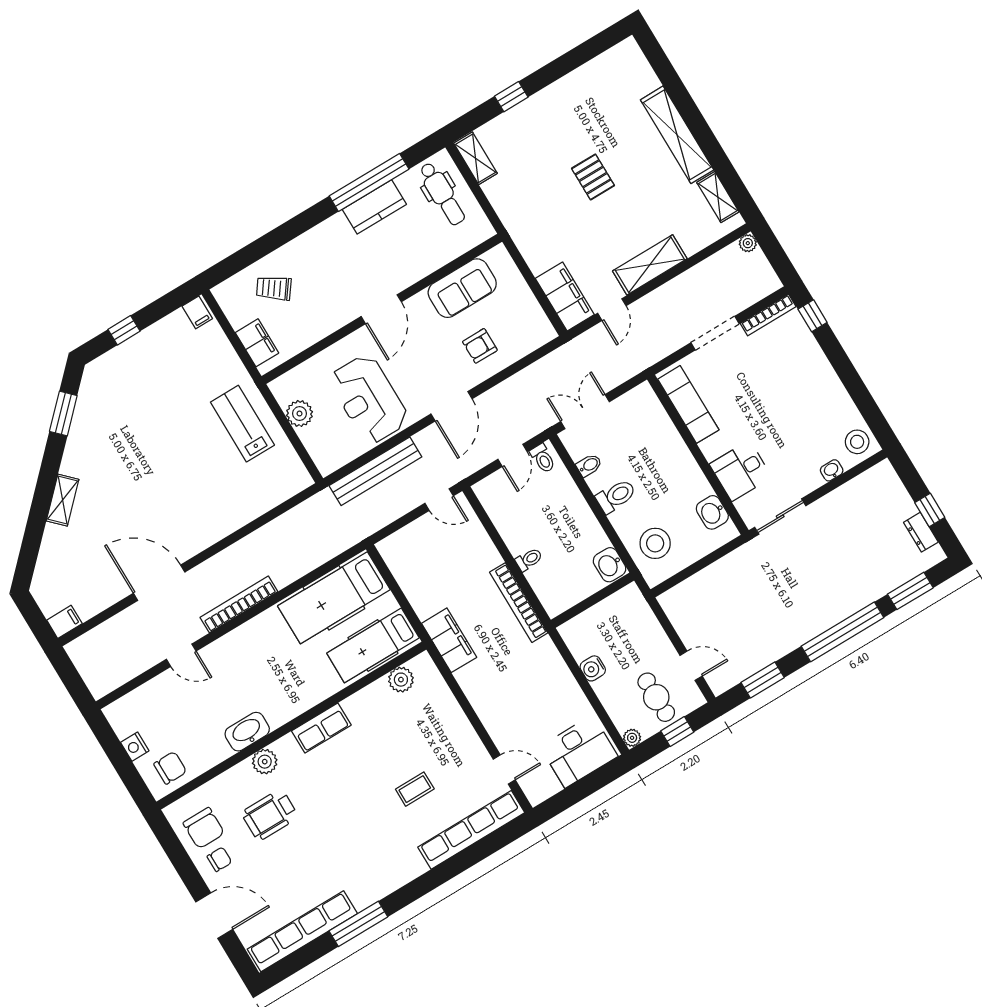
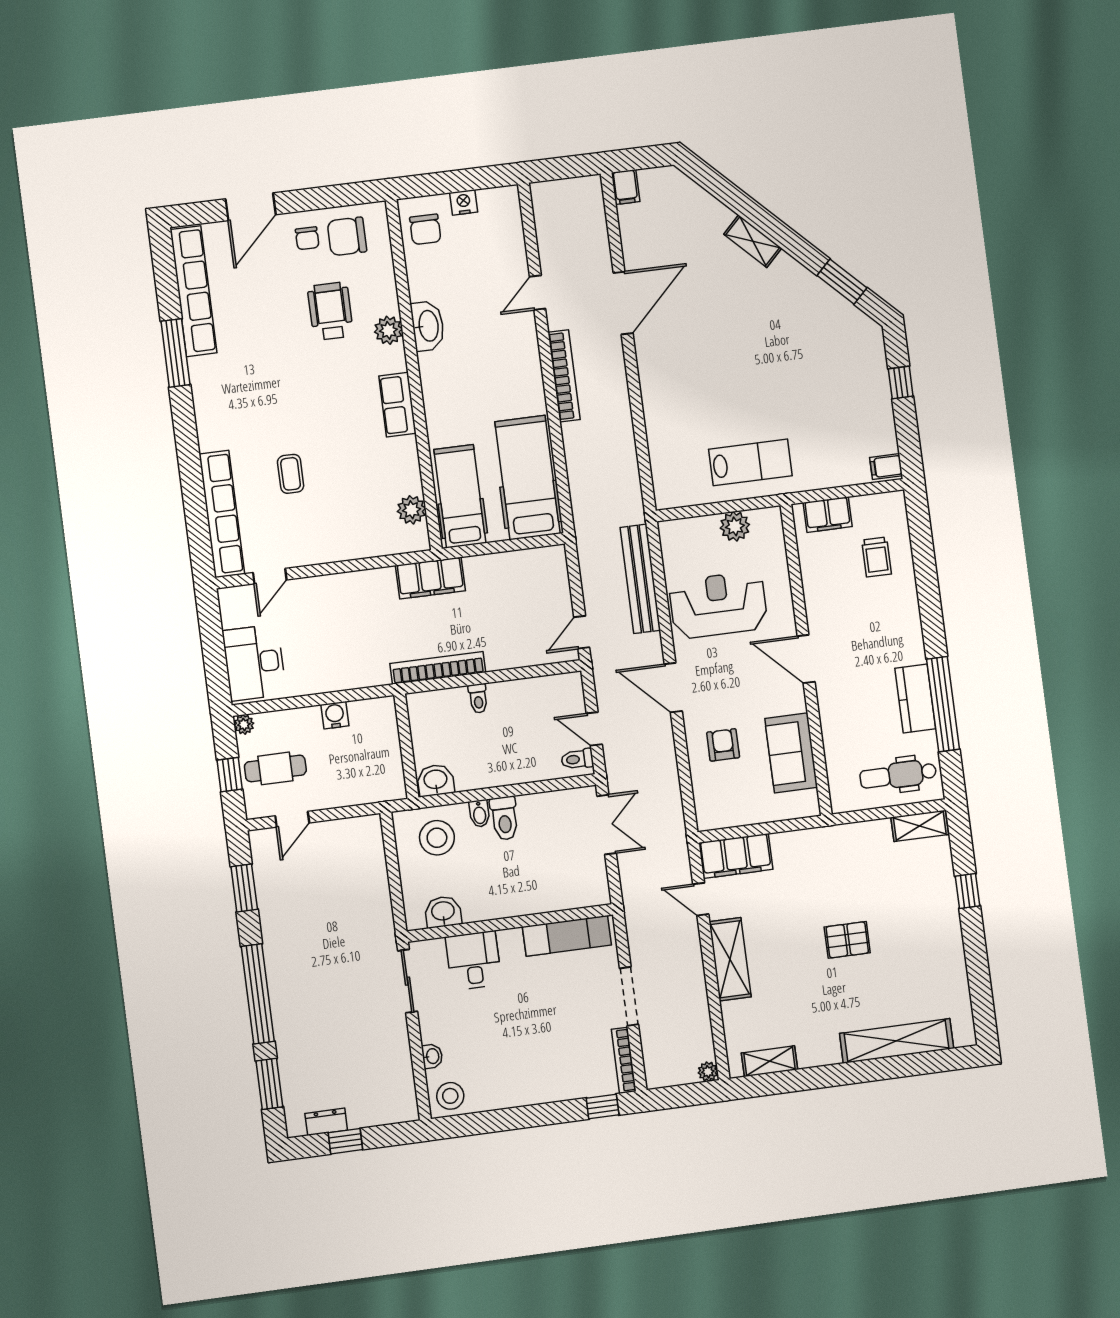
shelving: (677, 135) -> (897, 1041), moved
trolley: (274, 288) -> (877, 557), turned 144
bidet: (589, 465) -> (479, 814), moved

